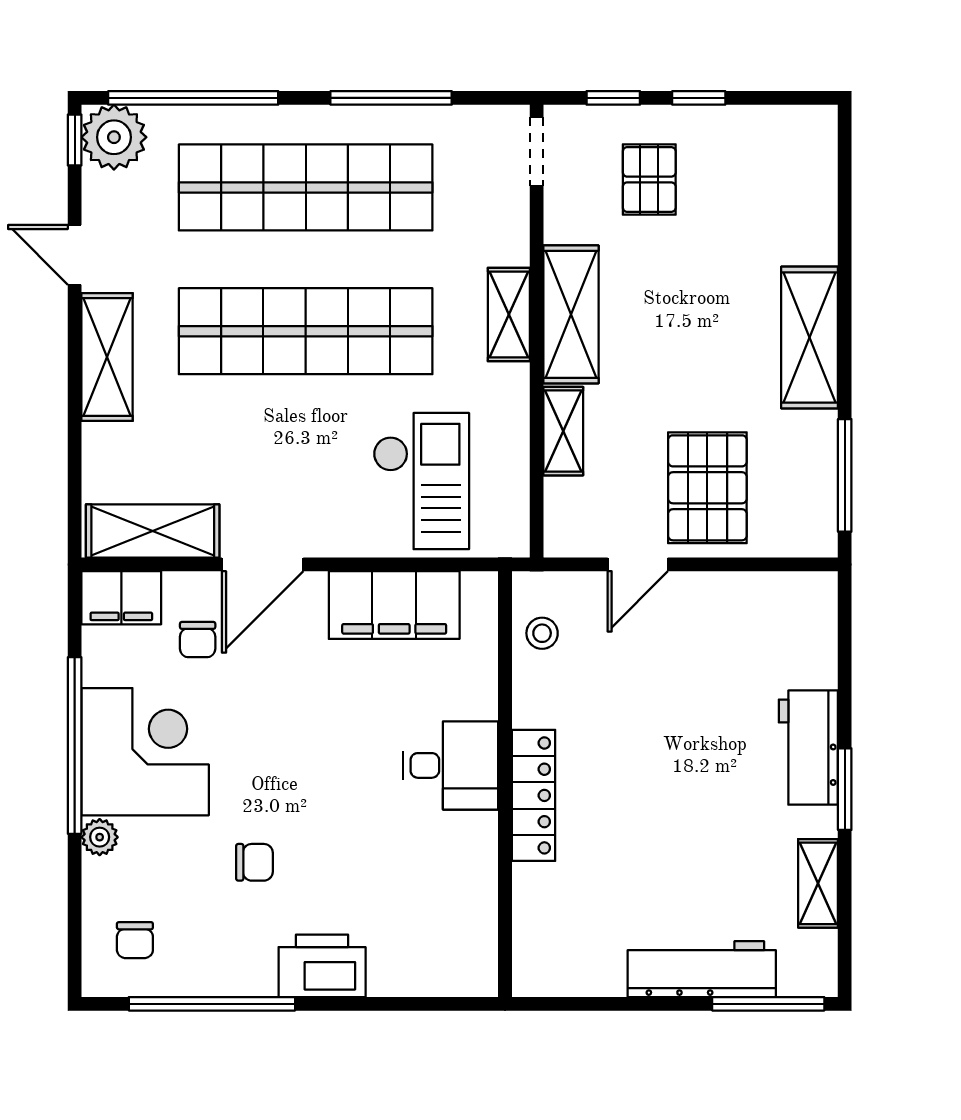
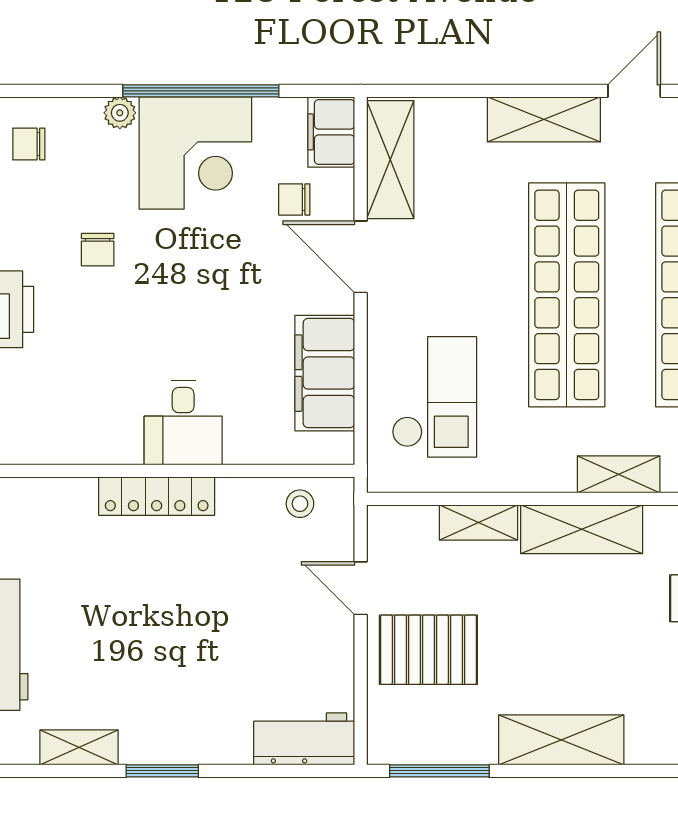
shelving: (509, 315) -> (619, 474), moved
checkout: (421, 481) -> (434, 397), turned -90
workbench: (808, 748) -> (304, 739), moved

